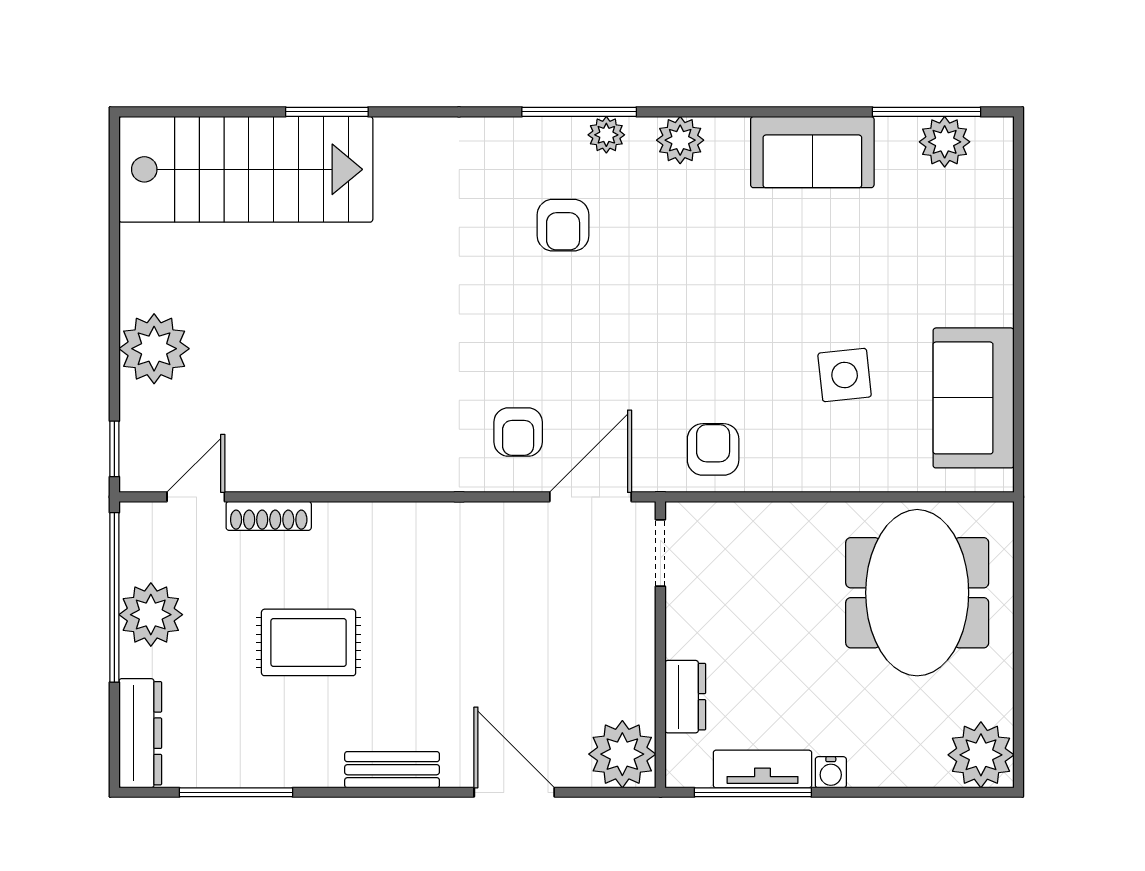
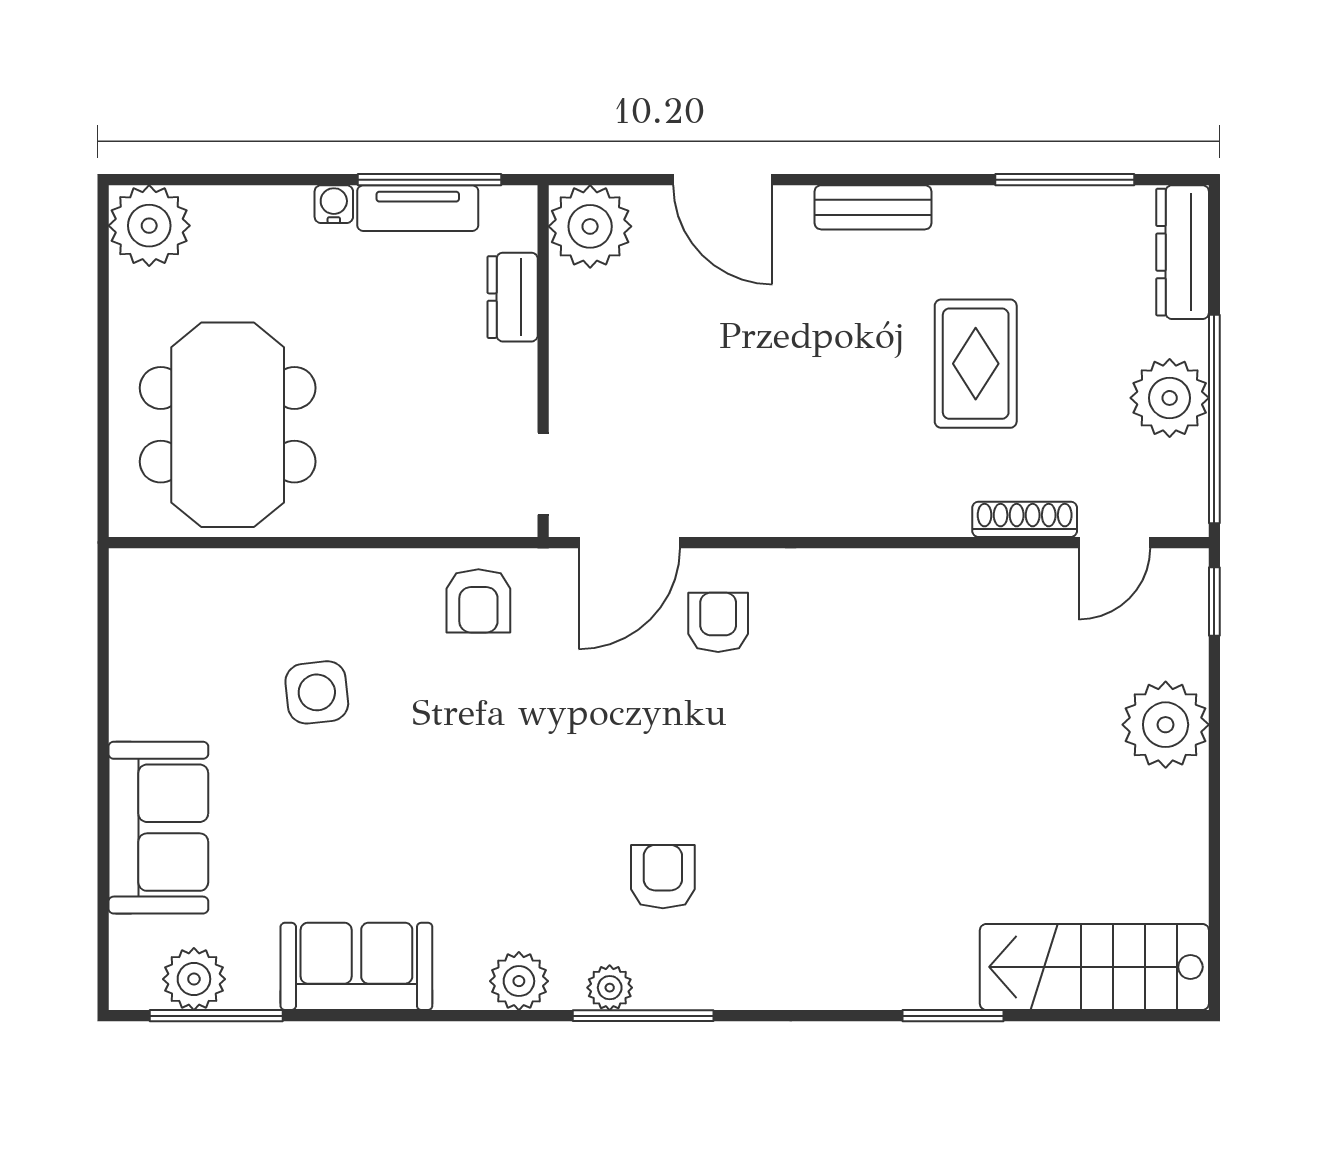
stairs: (246, 169) -> (1094, 967), width x0.73, depth x0.66
sofa: (974, 398) -> (158, 828), moved
rug: (309, 642) -> (976, 364), turned 90

